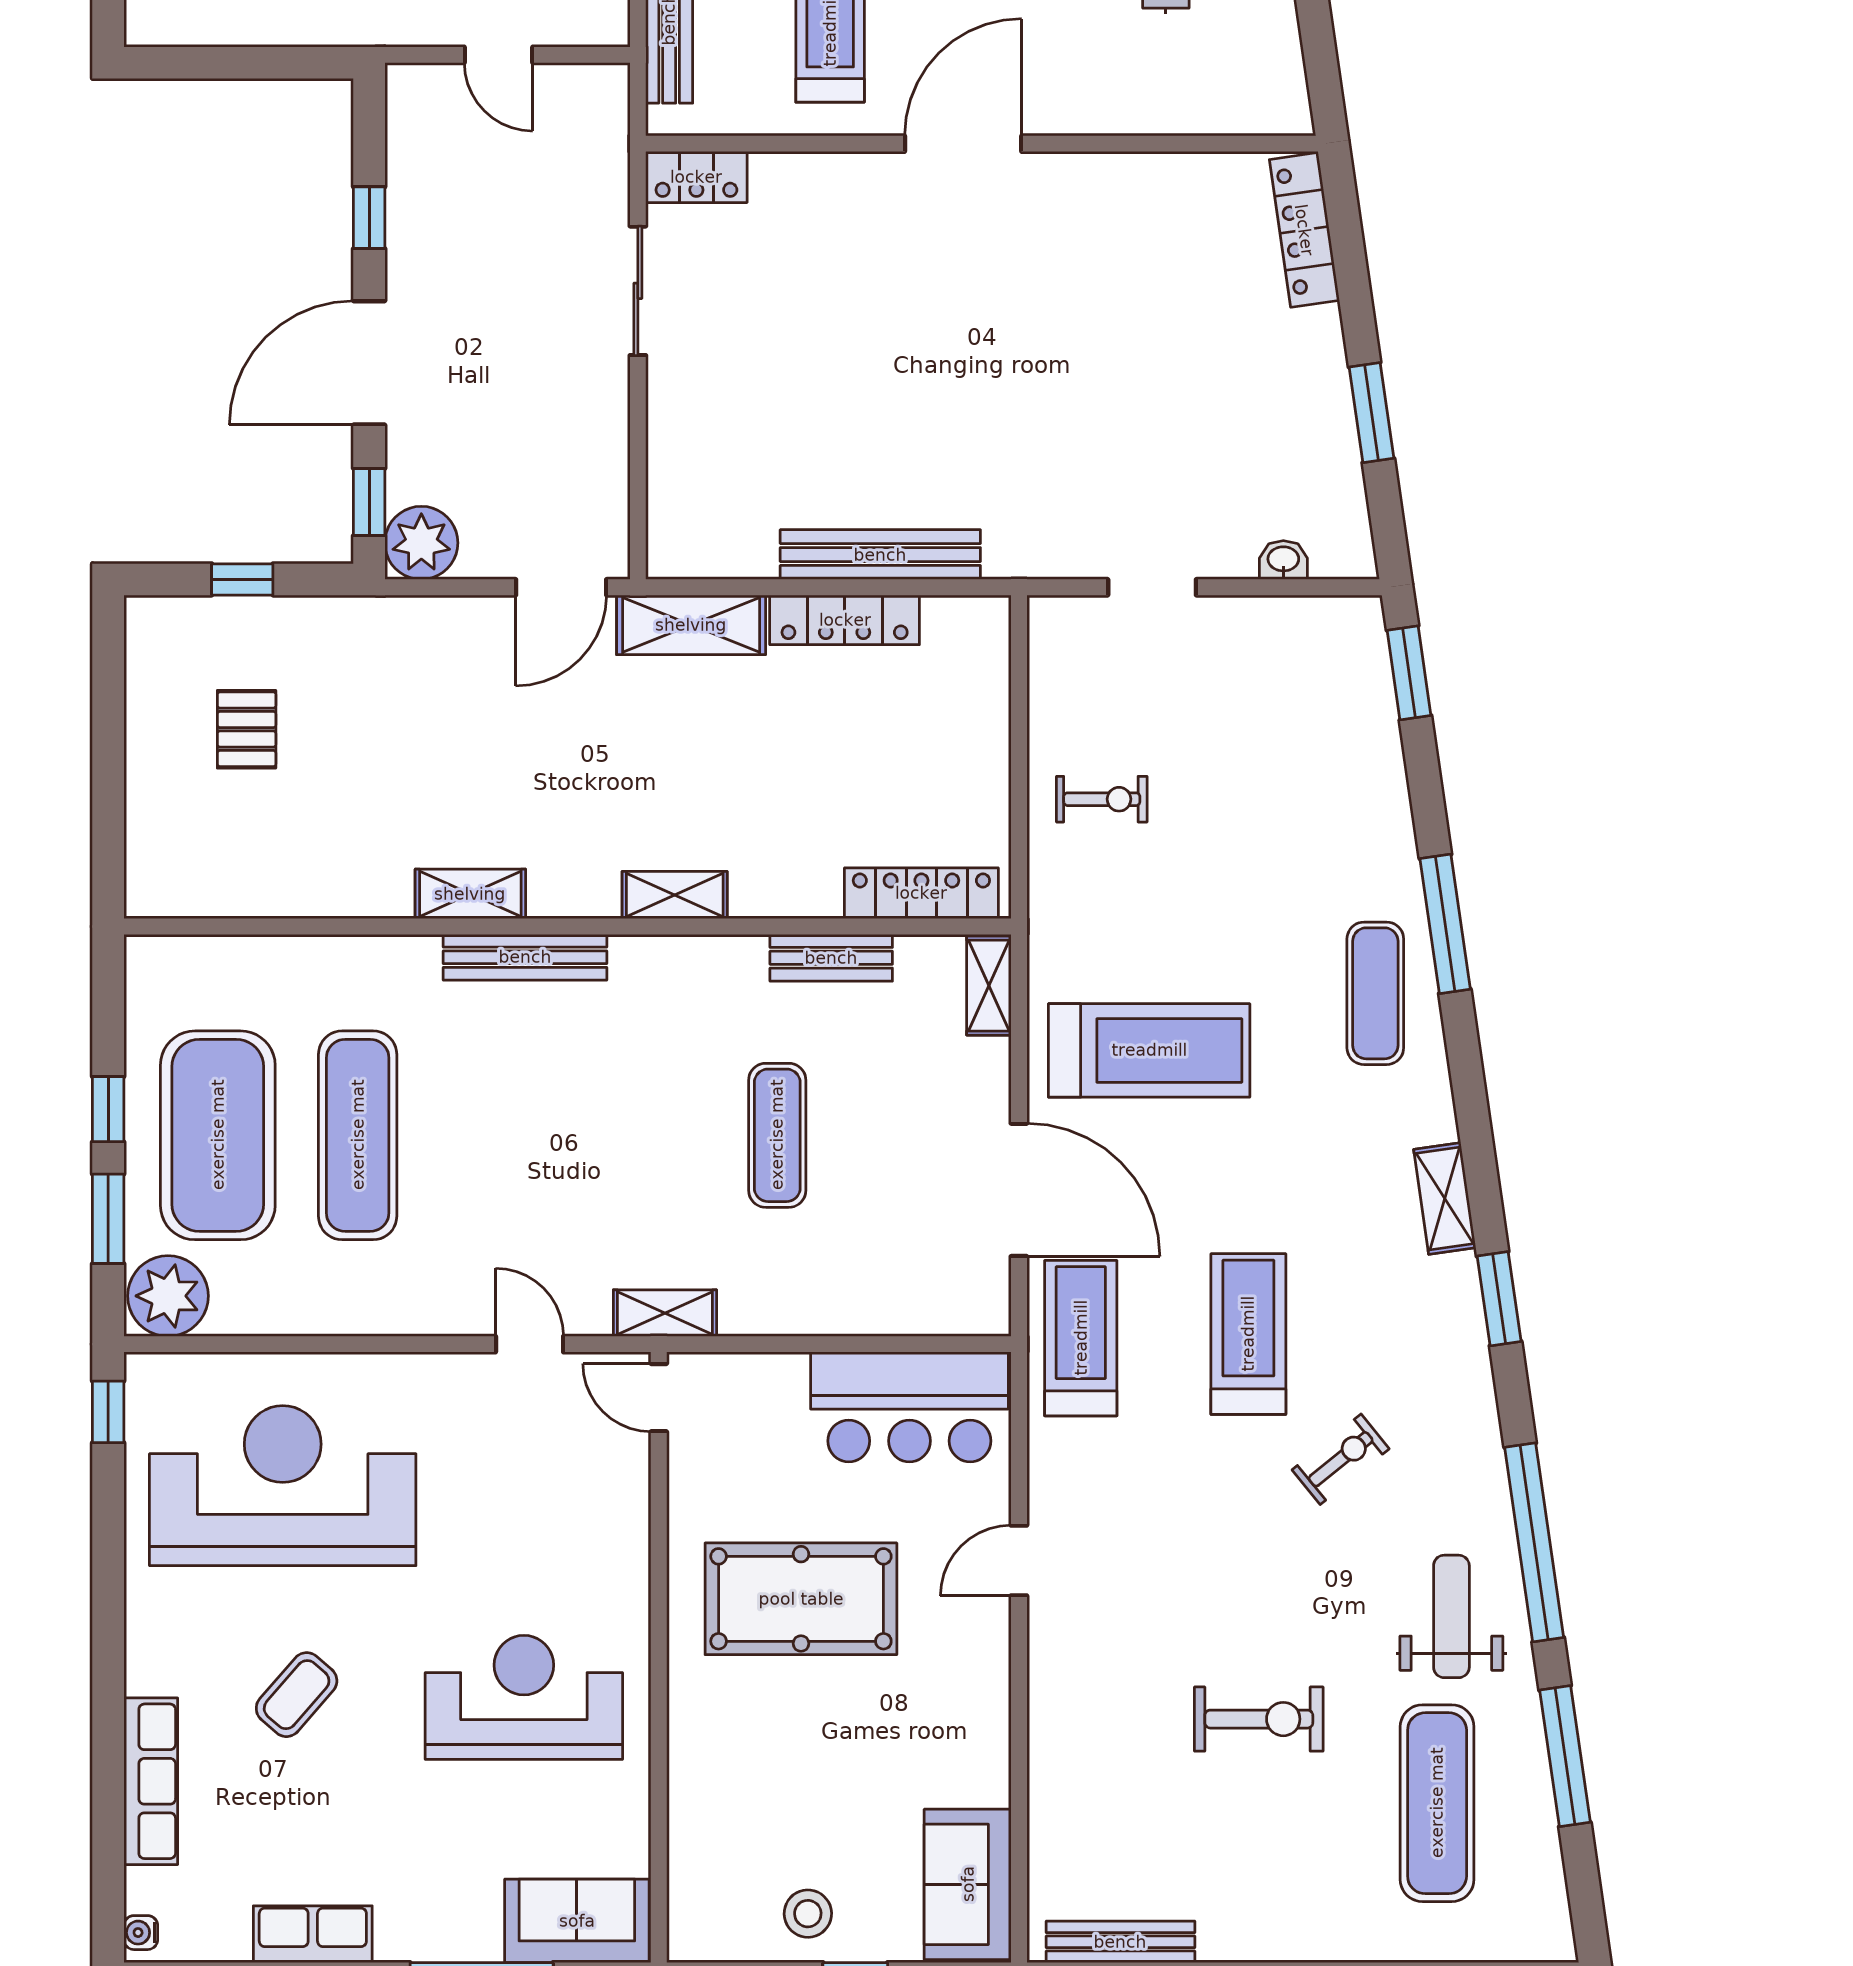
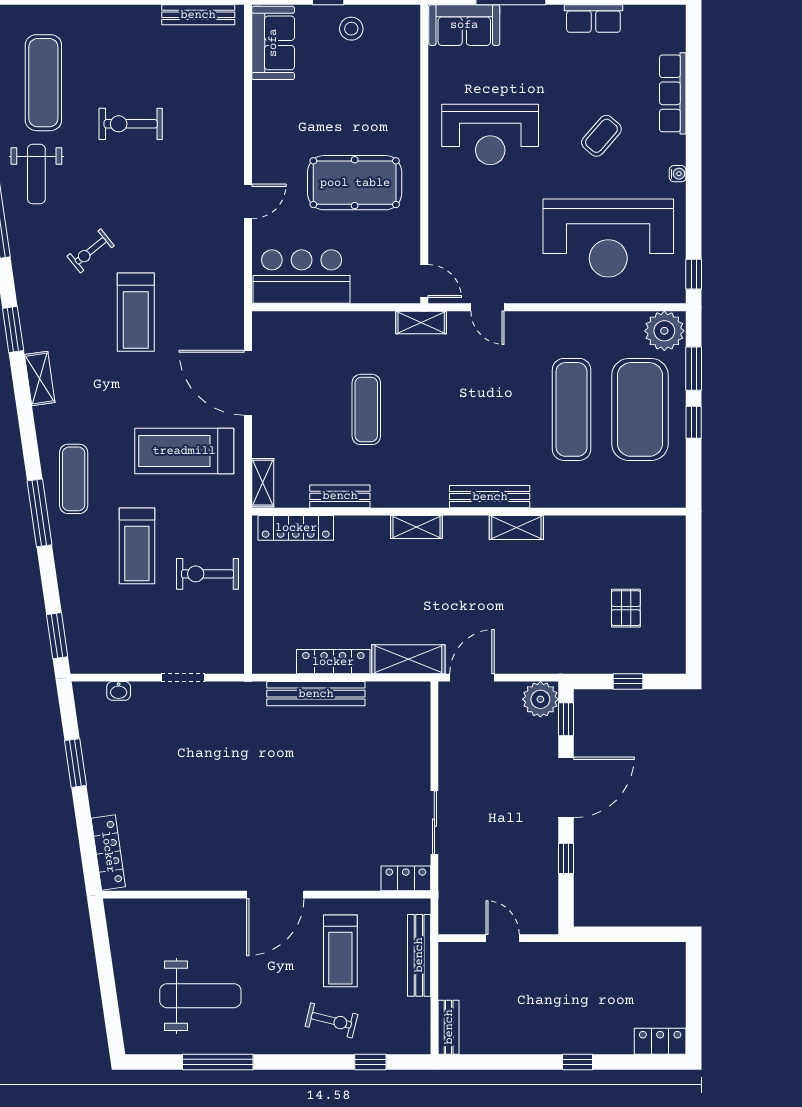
exercise bike: (1102, 799) -> (207, 574), width x1.38, depth x1.39
treadmill: (1081, 1338) -> (137, 546), moved
water cooler: (141, 1933) -> (678, 174), moved

